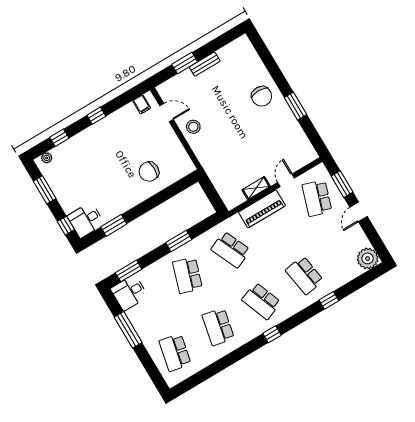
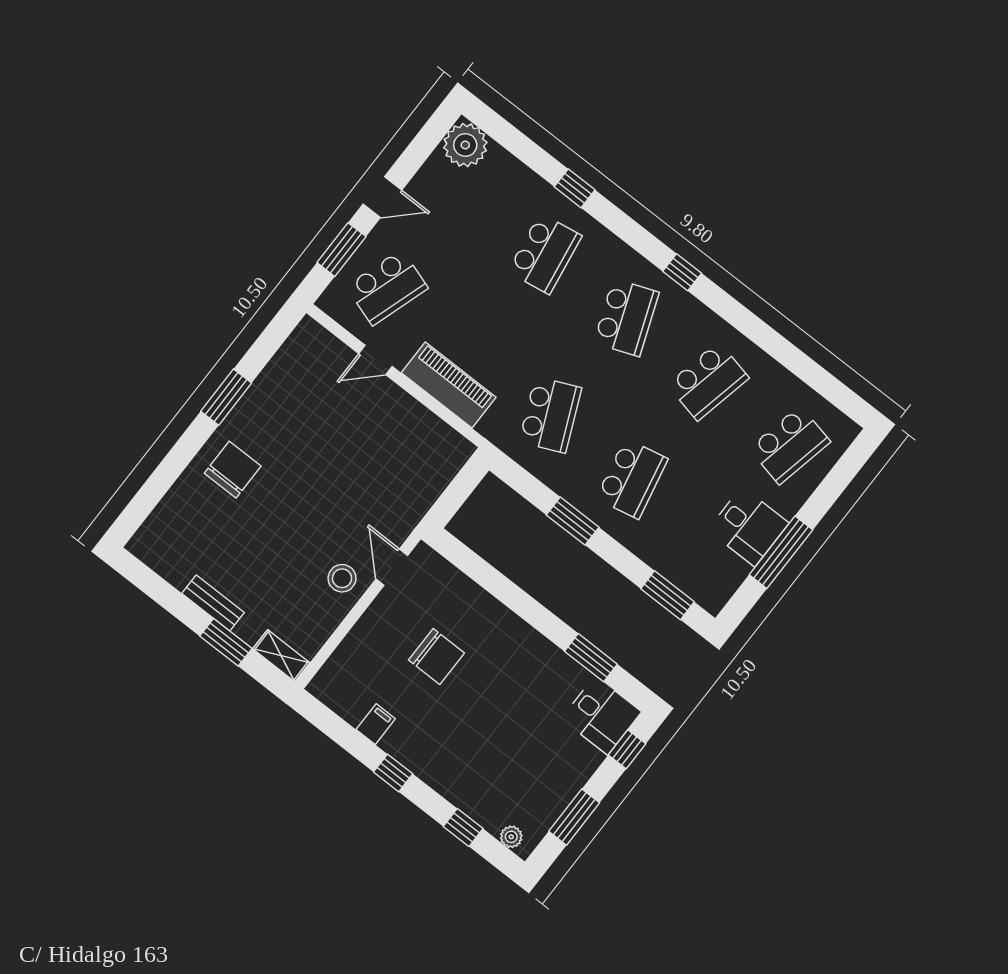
filing cabinet: (142, 104) -> (376, 724), moved
door: (167, 113) -> (392, 567), moved
chair: (149, 172) -> (437, 656), moved
shelving: (256, 188) -> (281, 656), moved
school desk: (187, 275) -> (632, 479), turned -30
desk: (129, 293) -> (748, 527), moved

